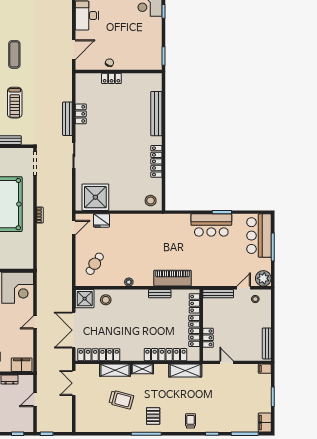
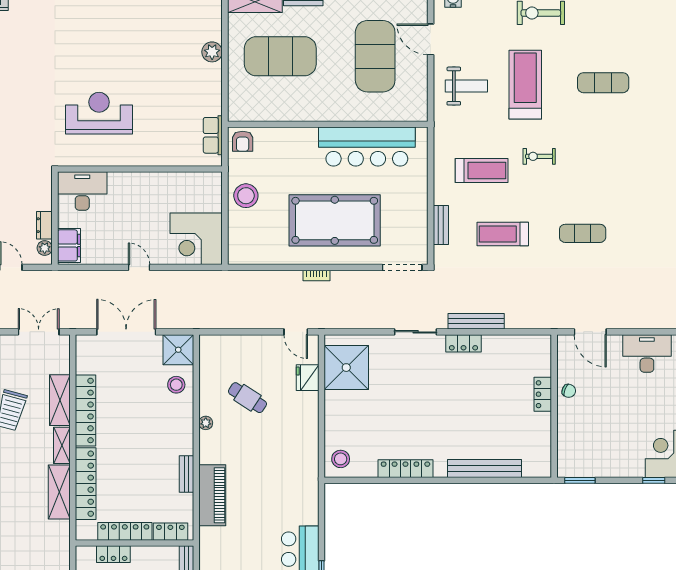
locker: (81, 114) -> (463, 343), moved
cafe table: (95, 264) -> (247, 398), moved
locker: (99, 355) -> (86, 410), moved
shelving: (185, 371) -> (59, 492), moved
plant: (23, 379) -> (45, 248), added

